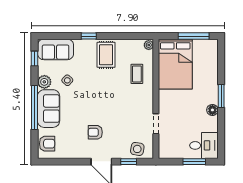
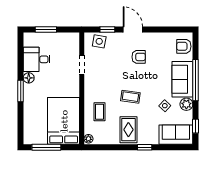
coffee table: (104, 90) -> (130, 97), added
desk: (204, 145) -> (37, 59), moved

